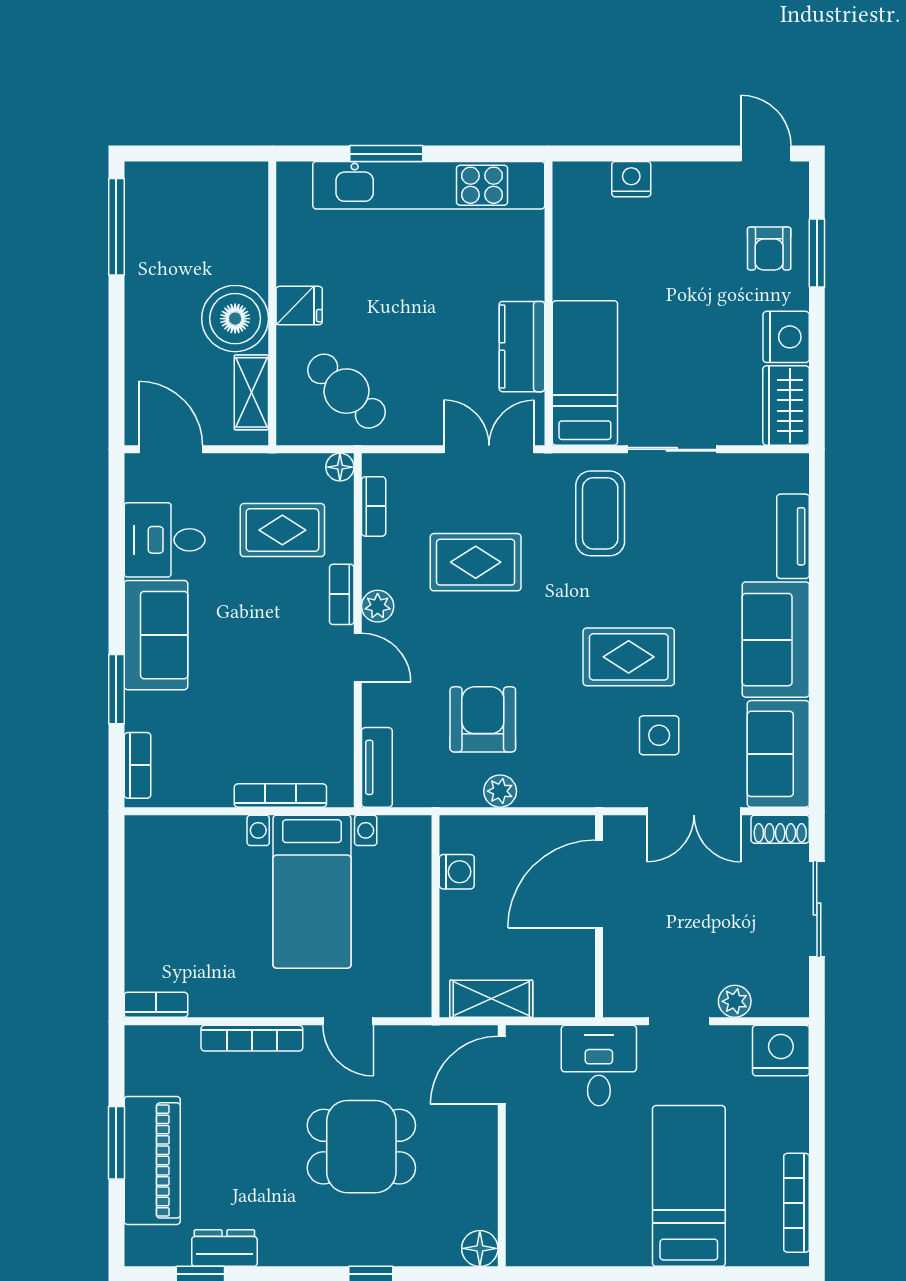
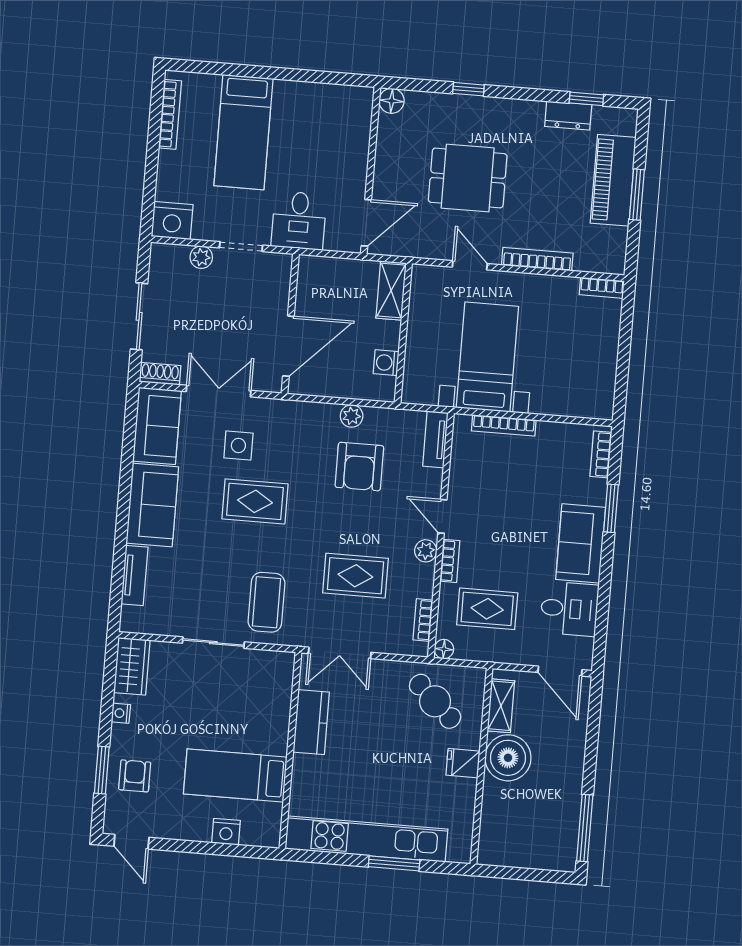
nightstand: (786, 337) -> (121, 713), width x0.53, depth x0.56
bed: (585, 373) -> (235, 775), moved, turned 90
shelving: (491, 999) -> (391, 290), moved, turned 90

